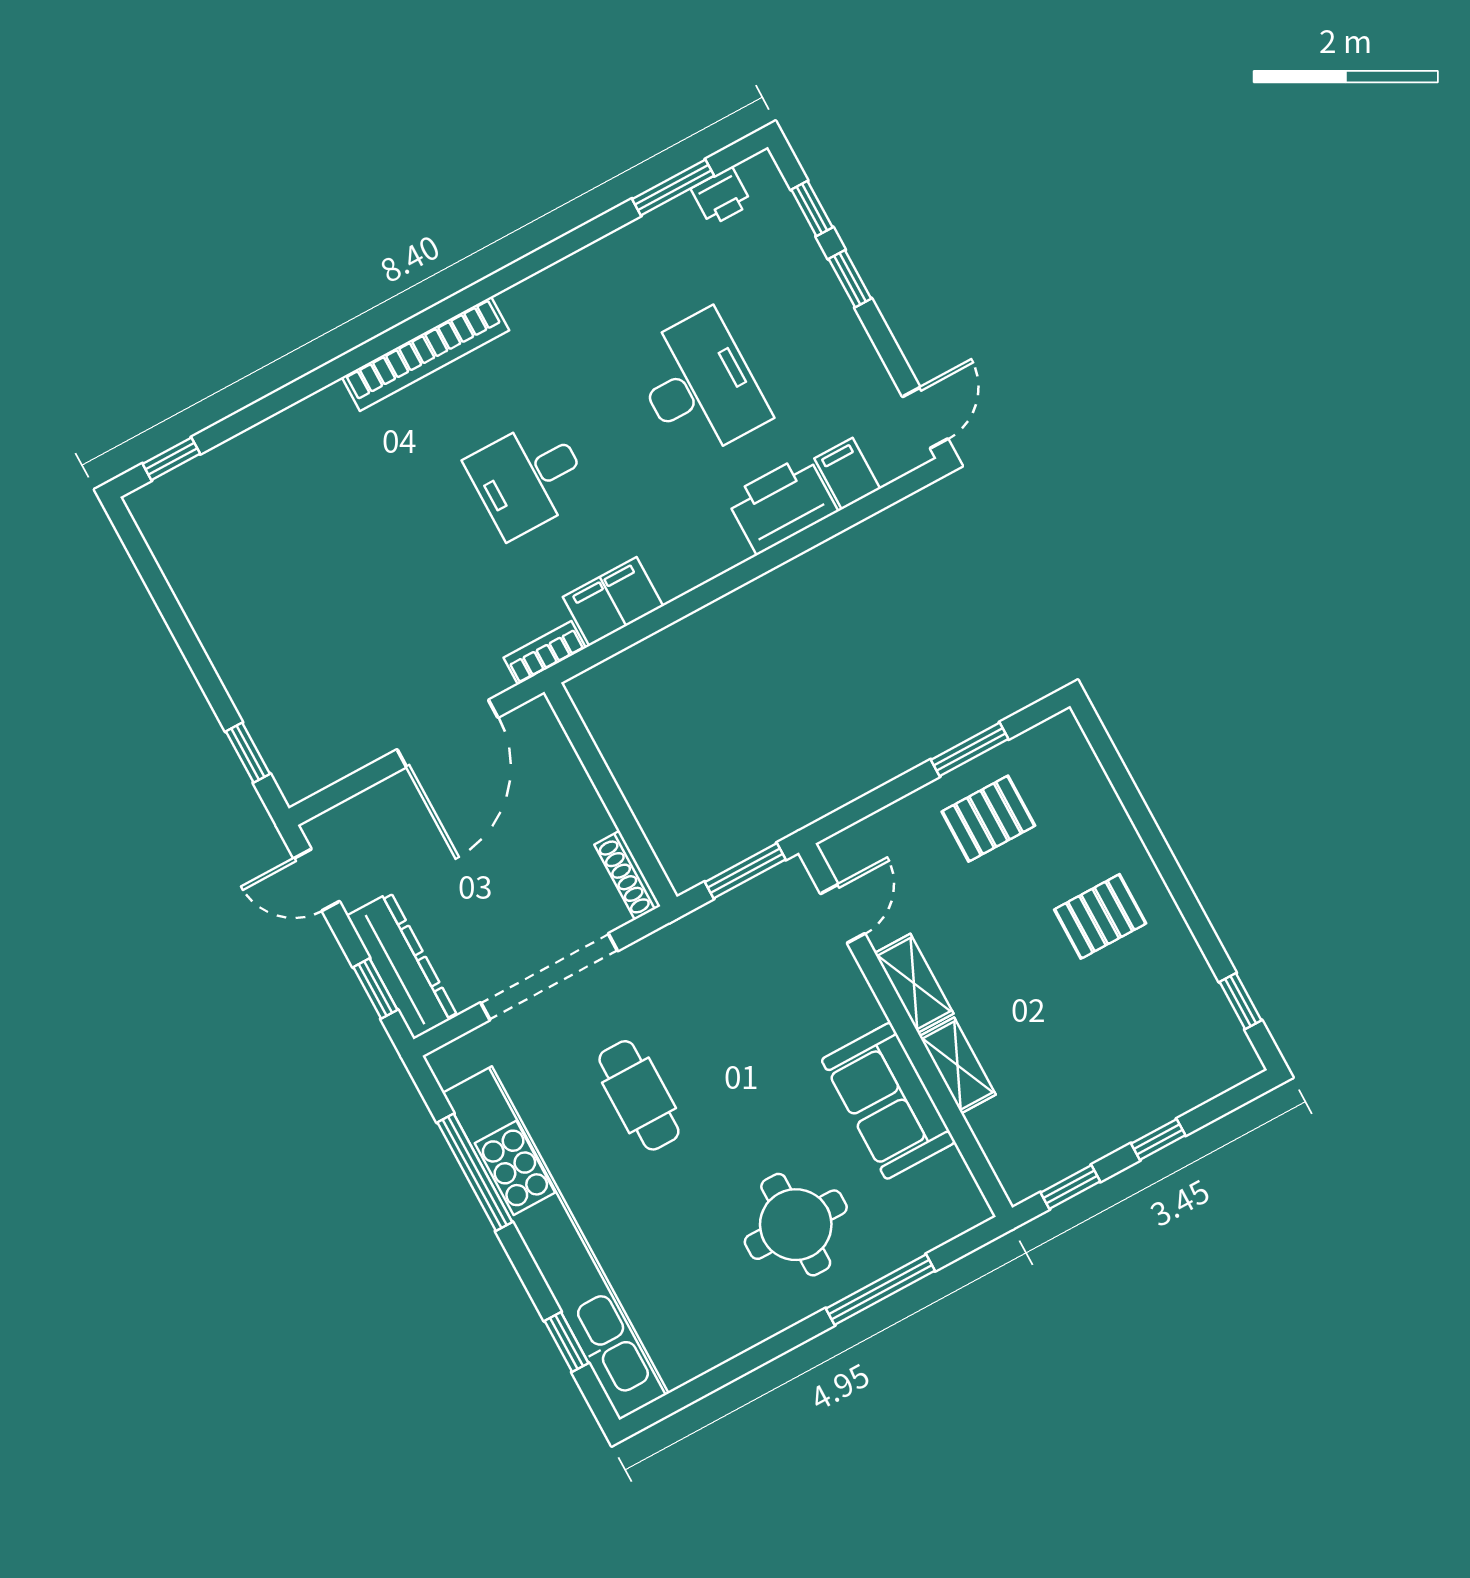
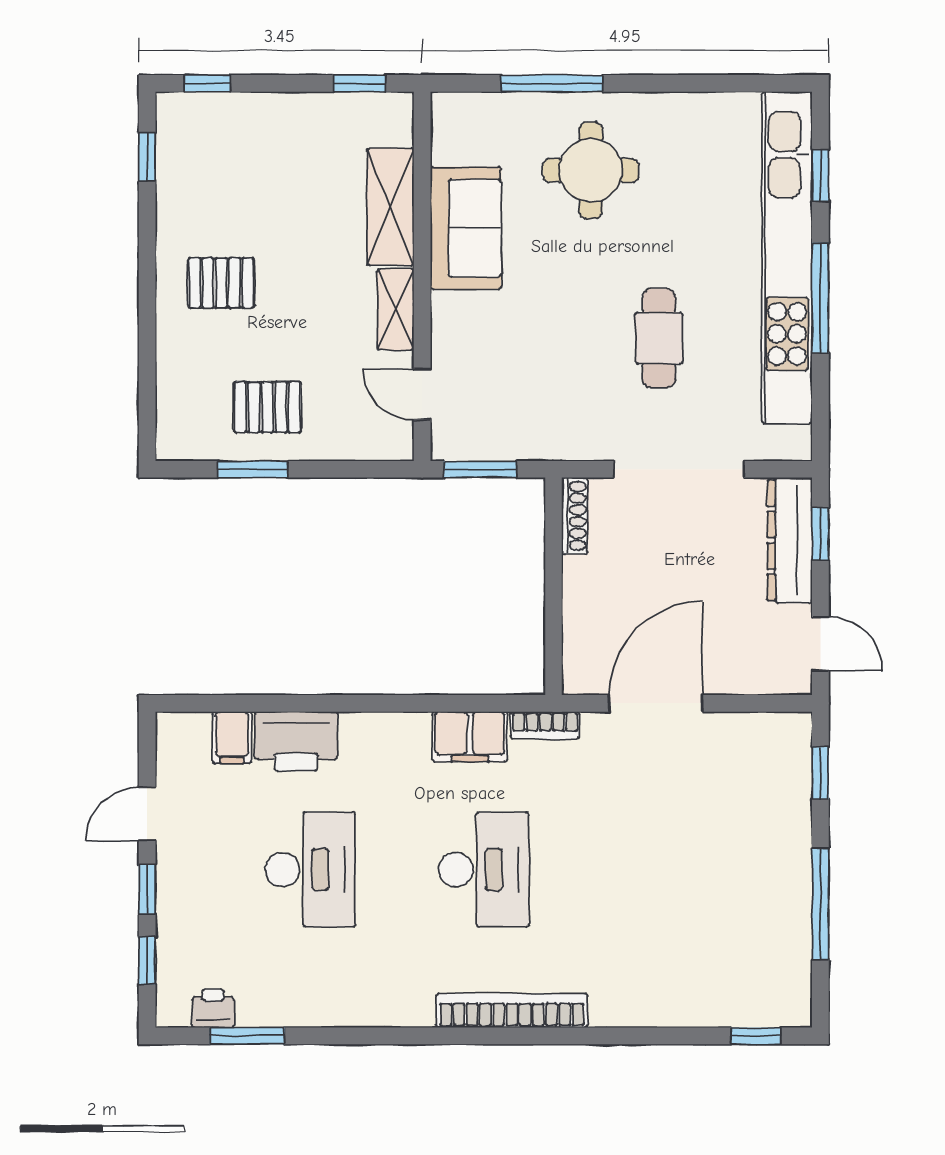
desk: (699, 385) -> (310, 870), turned 180
door: (925, 418) -> (147, 814), moved
desk: (528, 478) -> (484, 870), width x1.37
window: (178, 623) -> (820, 904), added
door: (843, 914) -> (422, 394), hinge flipped
shelving: (958, 1065) -> (390, 207), width x1.50, depth x1.33
window: (1158, 1139) -> (207, 83), moved
window: (475, 1172) -> (820, 298), moved

